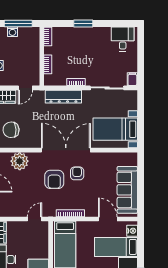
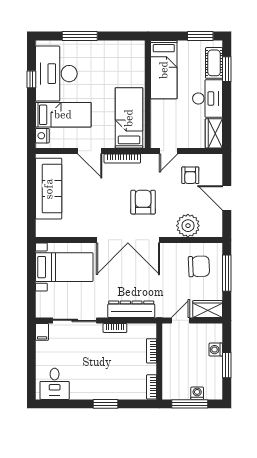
armchair: (77, 173) -> (190, 175), moved
door: (108, 219) -> (90, 151), moved

